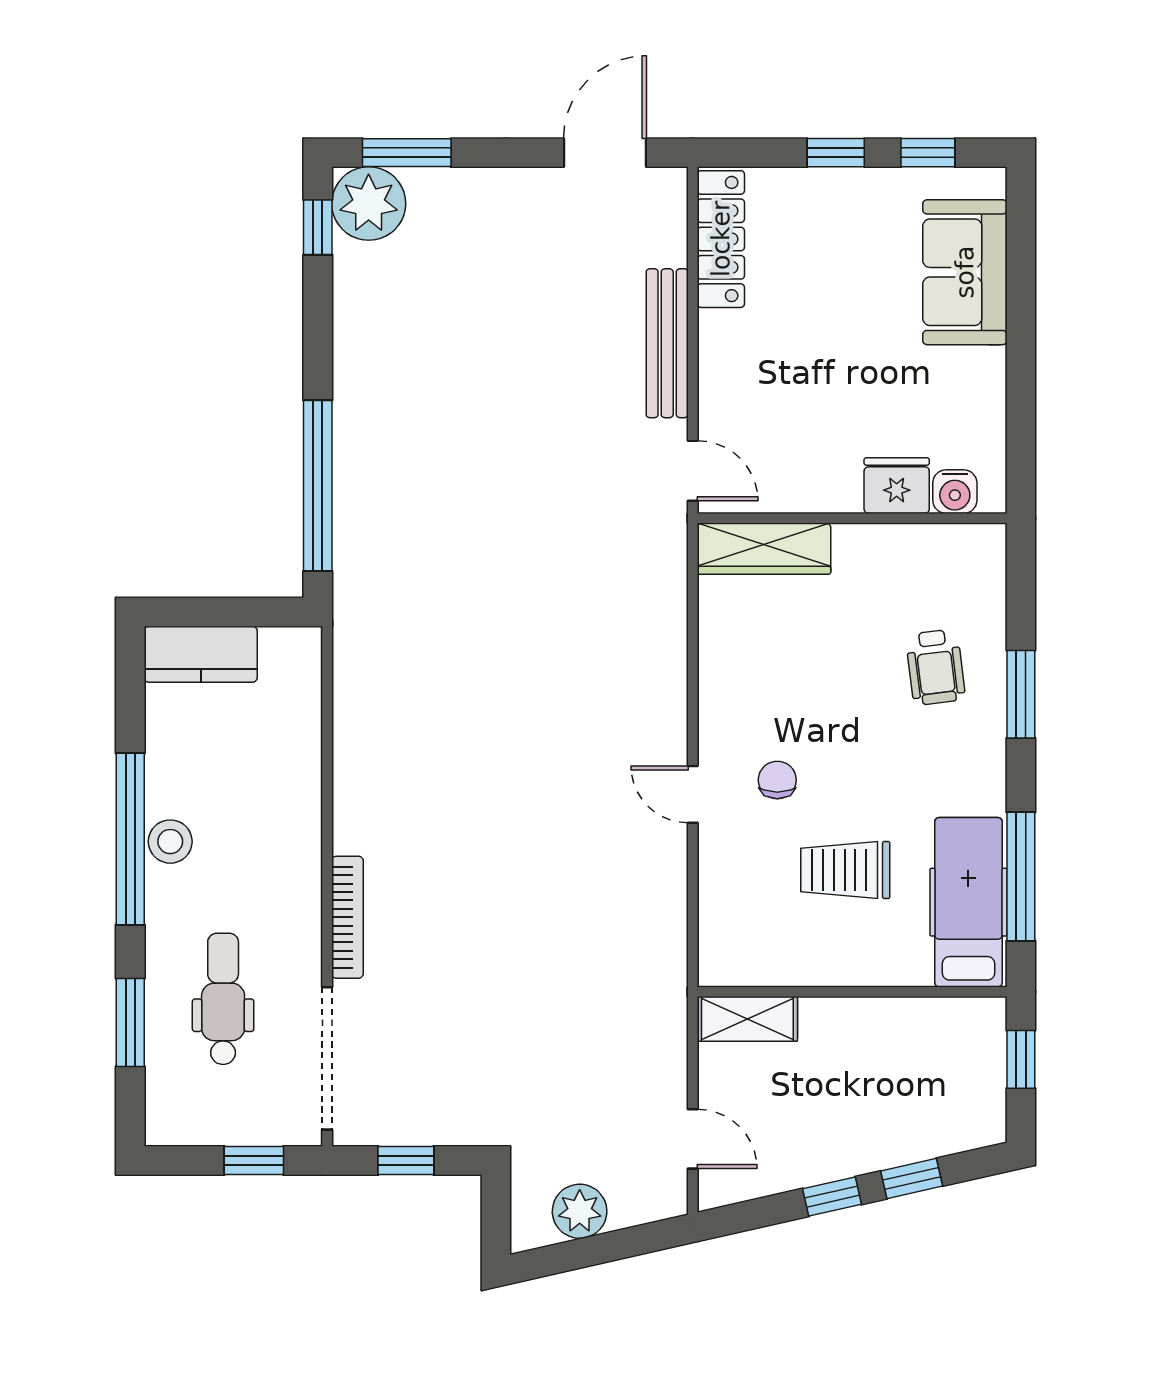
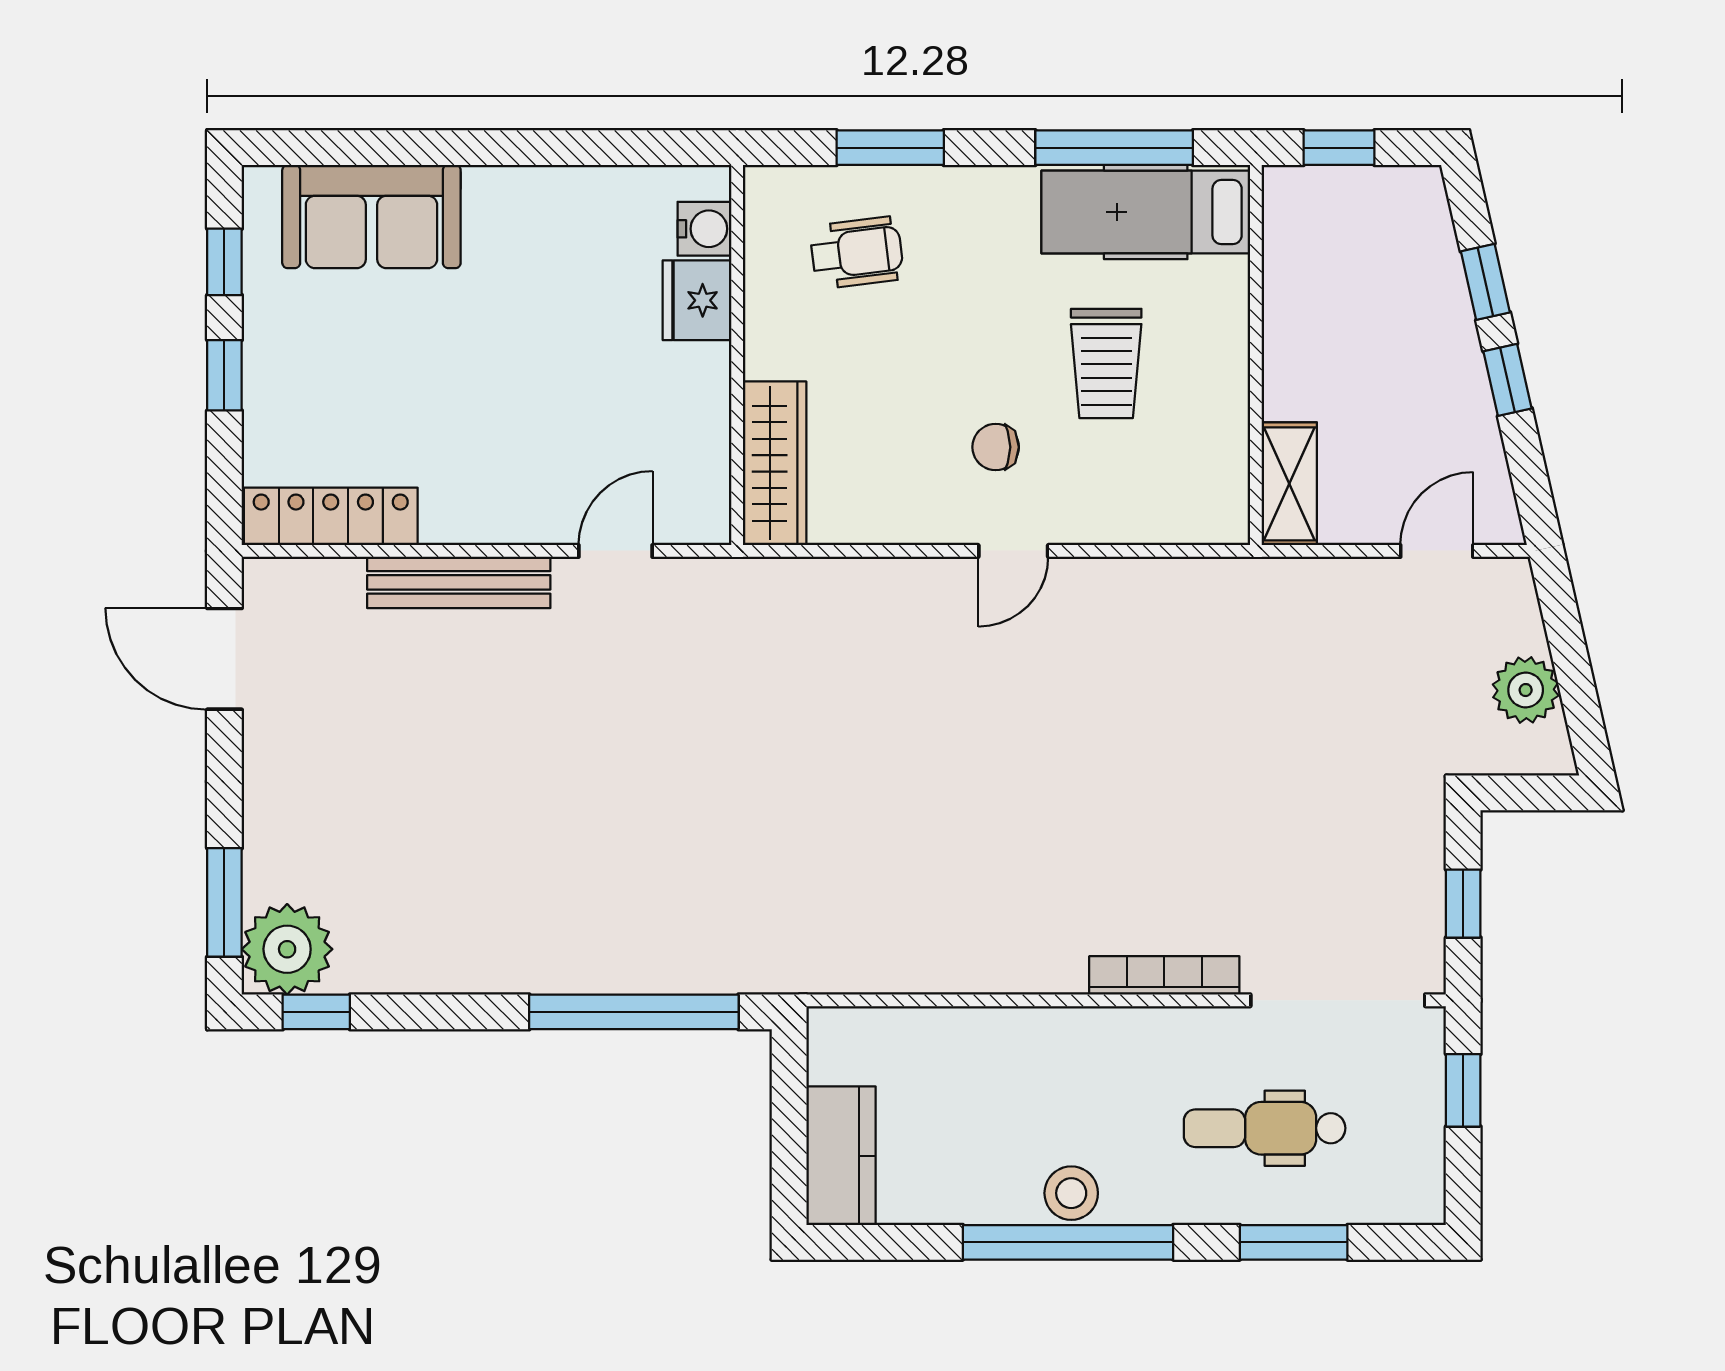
fridge: (897, 486) -> (697, 300), moved
water cooler: (955, 492) -> (705, 229), moved
wall: (852, 518) -> (737, 355), moved
wardrobe: (764, 549) -> (775, 463), moved

